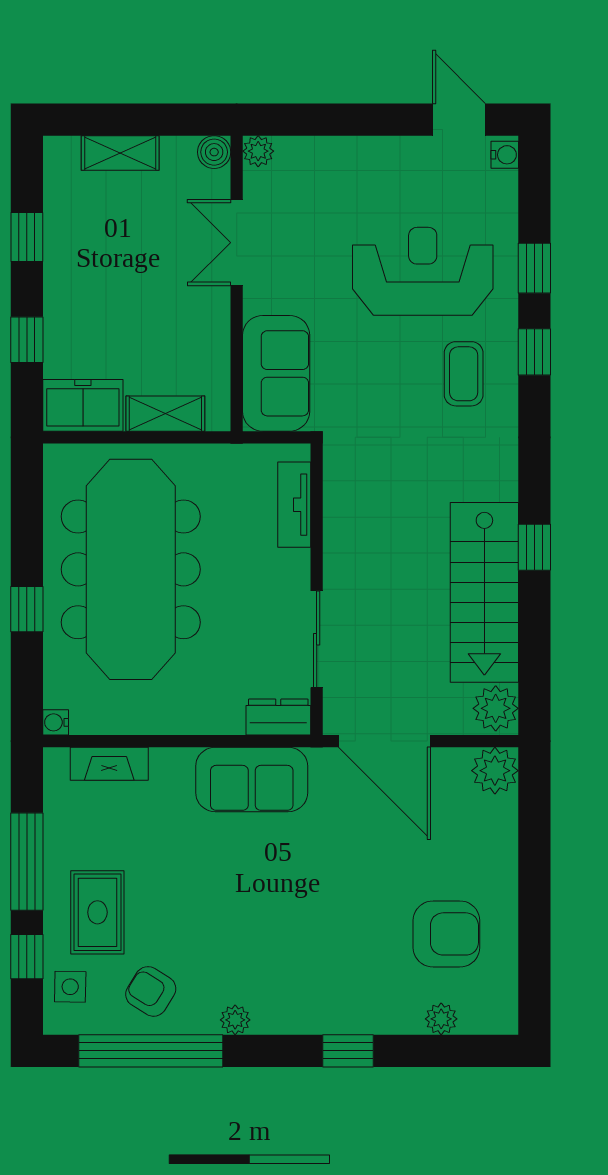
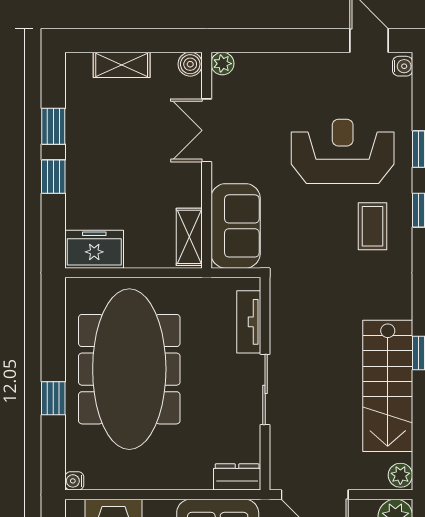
window: (27, 340) -> (53, 177), moved
shelving: (165, 414) -> (189, 237), moved, turned 90
sliding door: (317, 639) -> (265, 389), moved
plant: (496, 708) -> (400, 475), width x0.73, depth x0.73

